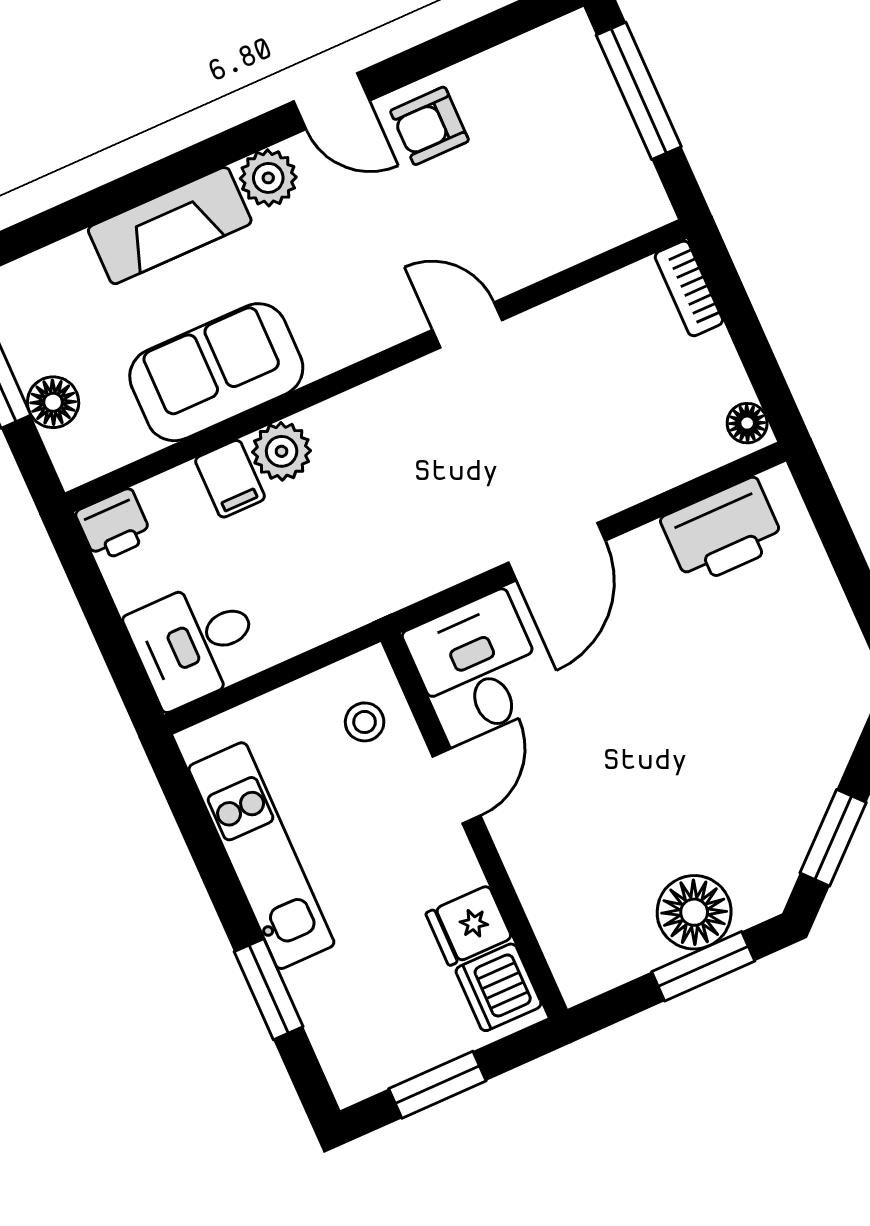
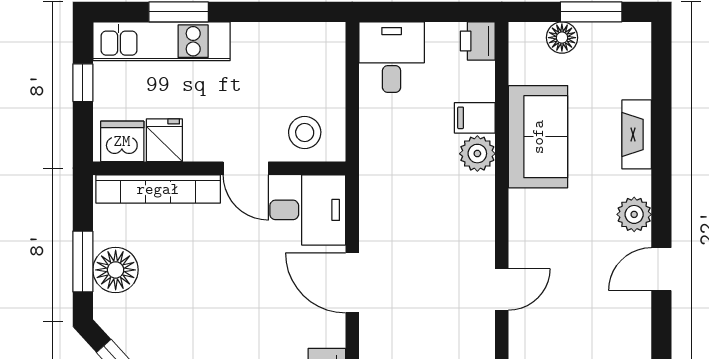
armchair: (429, 126) -> (623, 318), removed
fireplace: (170, 226) -> (637, 134), width x0.73, depth x0.76
stool: (365, 722) -> (305, 132), width x1.37, depth x1.37
kitchen unit: (261, 856) -> (162, 41), moved
bookcase: (546, 902) -> (158, 189), added
window: (437, 1085) -> (83, 83), width x0.67

